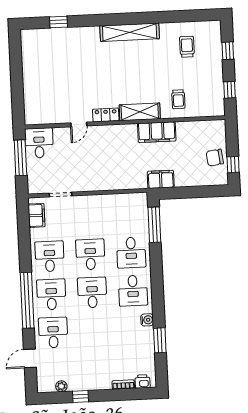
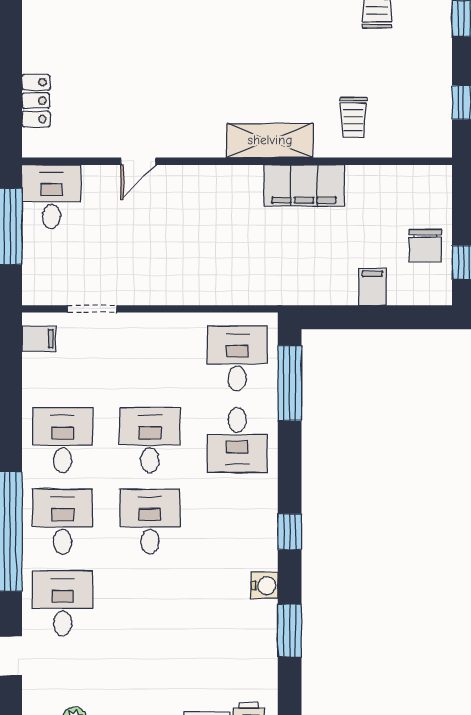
locker: (106, 115) -> (36, 101), moved, turned 90
chair: (215, 158) -> (425, 246), turned -84
filing cabinet: (161, 179) -> (372, 287), moved, width x0.50
filing cabinet: (37, 215) -> (39, 339), width x0.50
desk: (133, 291) -> (237, 358), moved, turned 180
window: (158, 294) -> (290, 532), added

